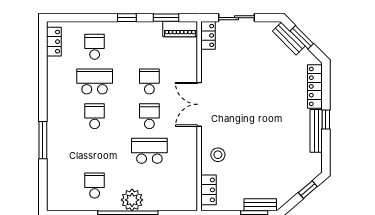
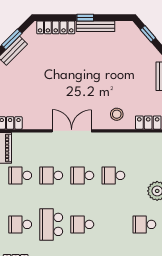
school desk: (149, 47) -> (20, 175), added
double door: (199, 104) -> (72, 131), swing flipped
school desk: (149, 151) -> (113, 175), width x0.54

